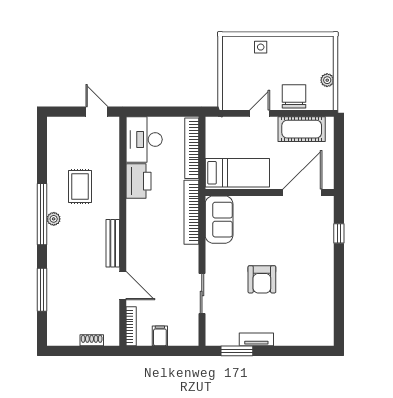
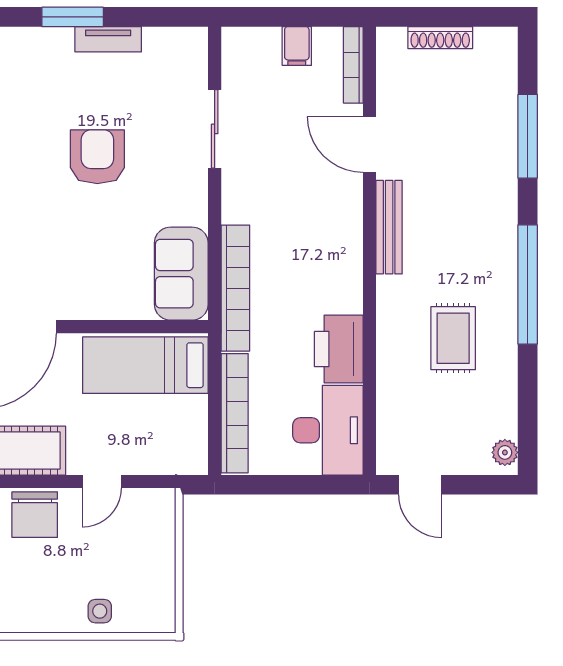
plant: (54, 219) -> (505, 452), moved
shoe rack: (92, 340) -> (440, 38), width x1.43
window: (237, 351) -> (73, 17), moved

